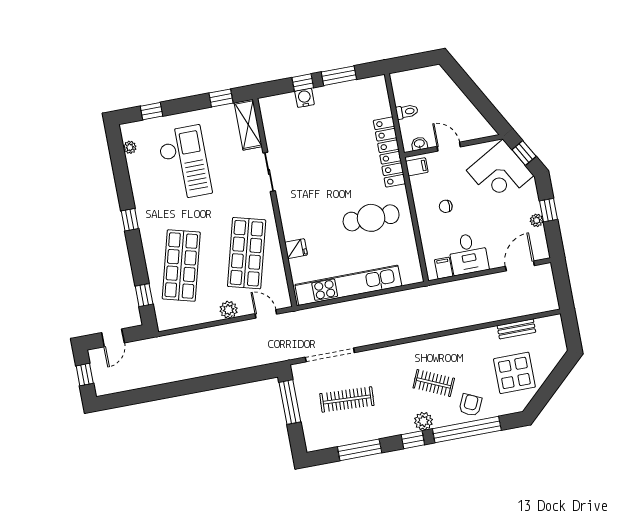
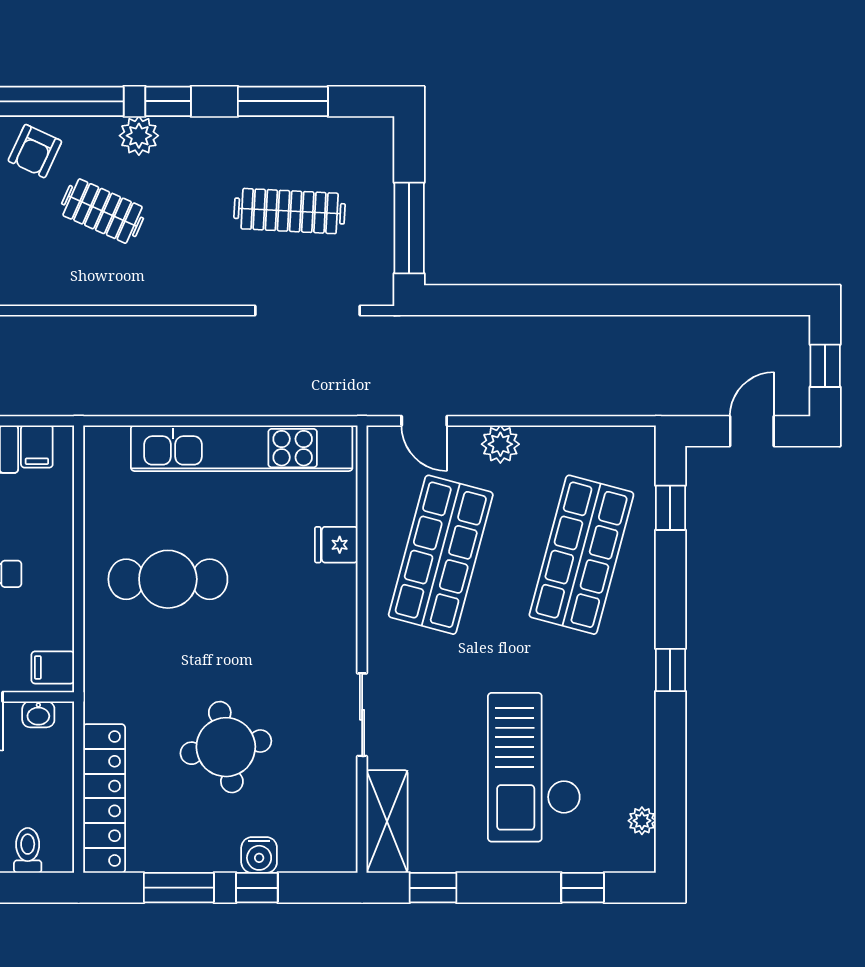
toilet: (407, 112) -> (28, 850), moved, turned 90
round table: (329, 145) -> (226, 747), added
locker: (389, 152) -> (104, 798), moved

